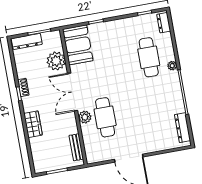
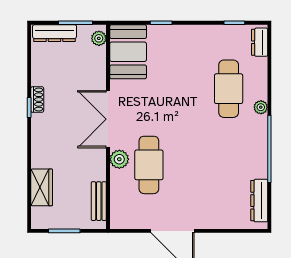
plant: (56, 61) -> (99, 38), moved, width x0.53, depth x0.53
wardrobe: (33, 124) -> (42, 187), moved

